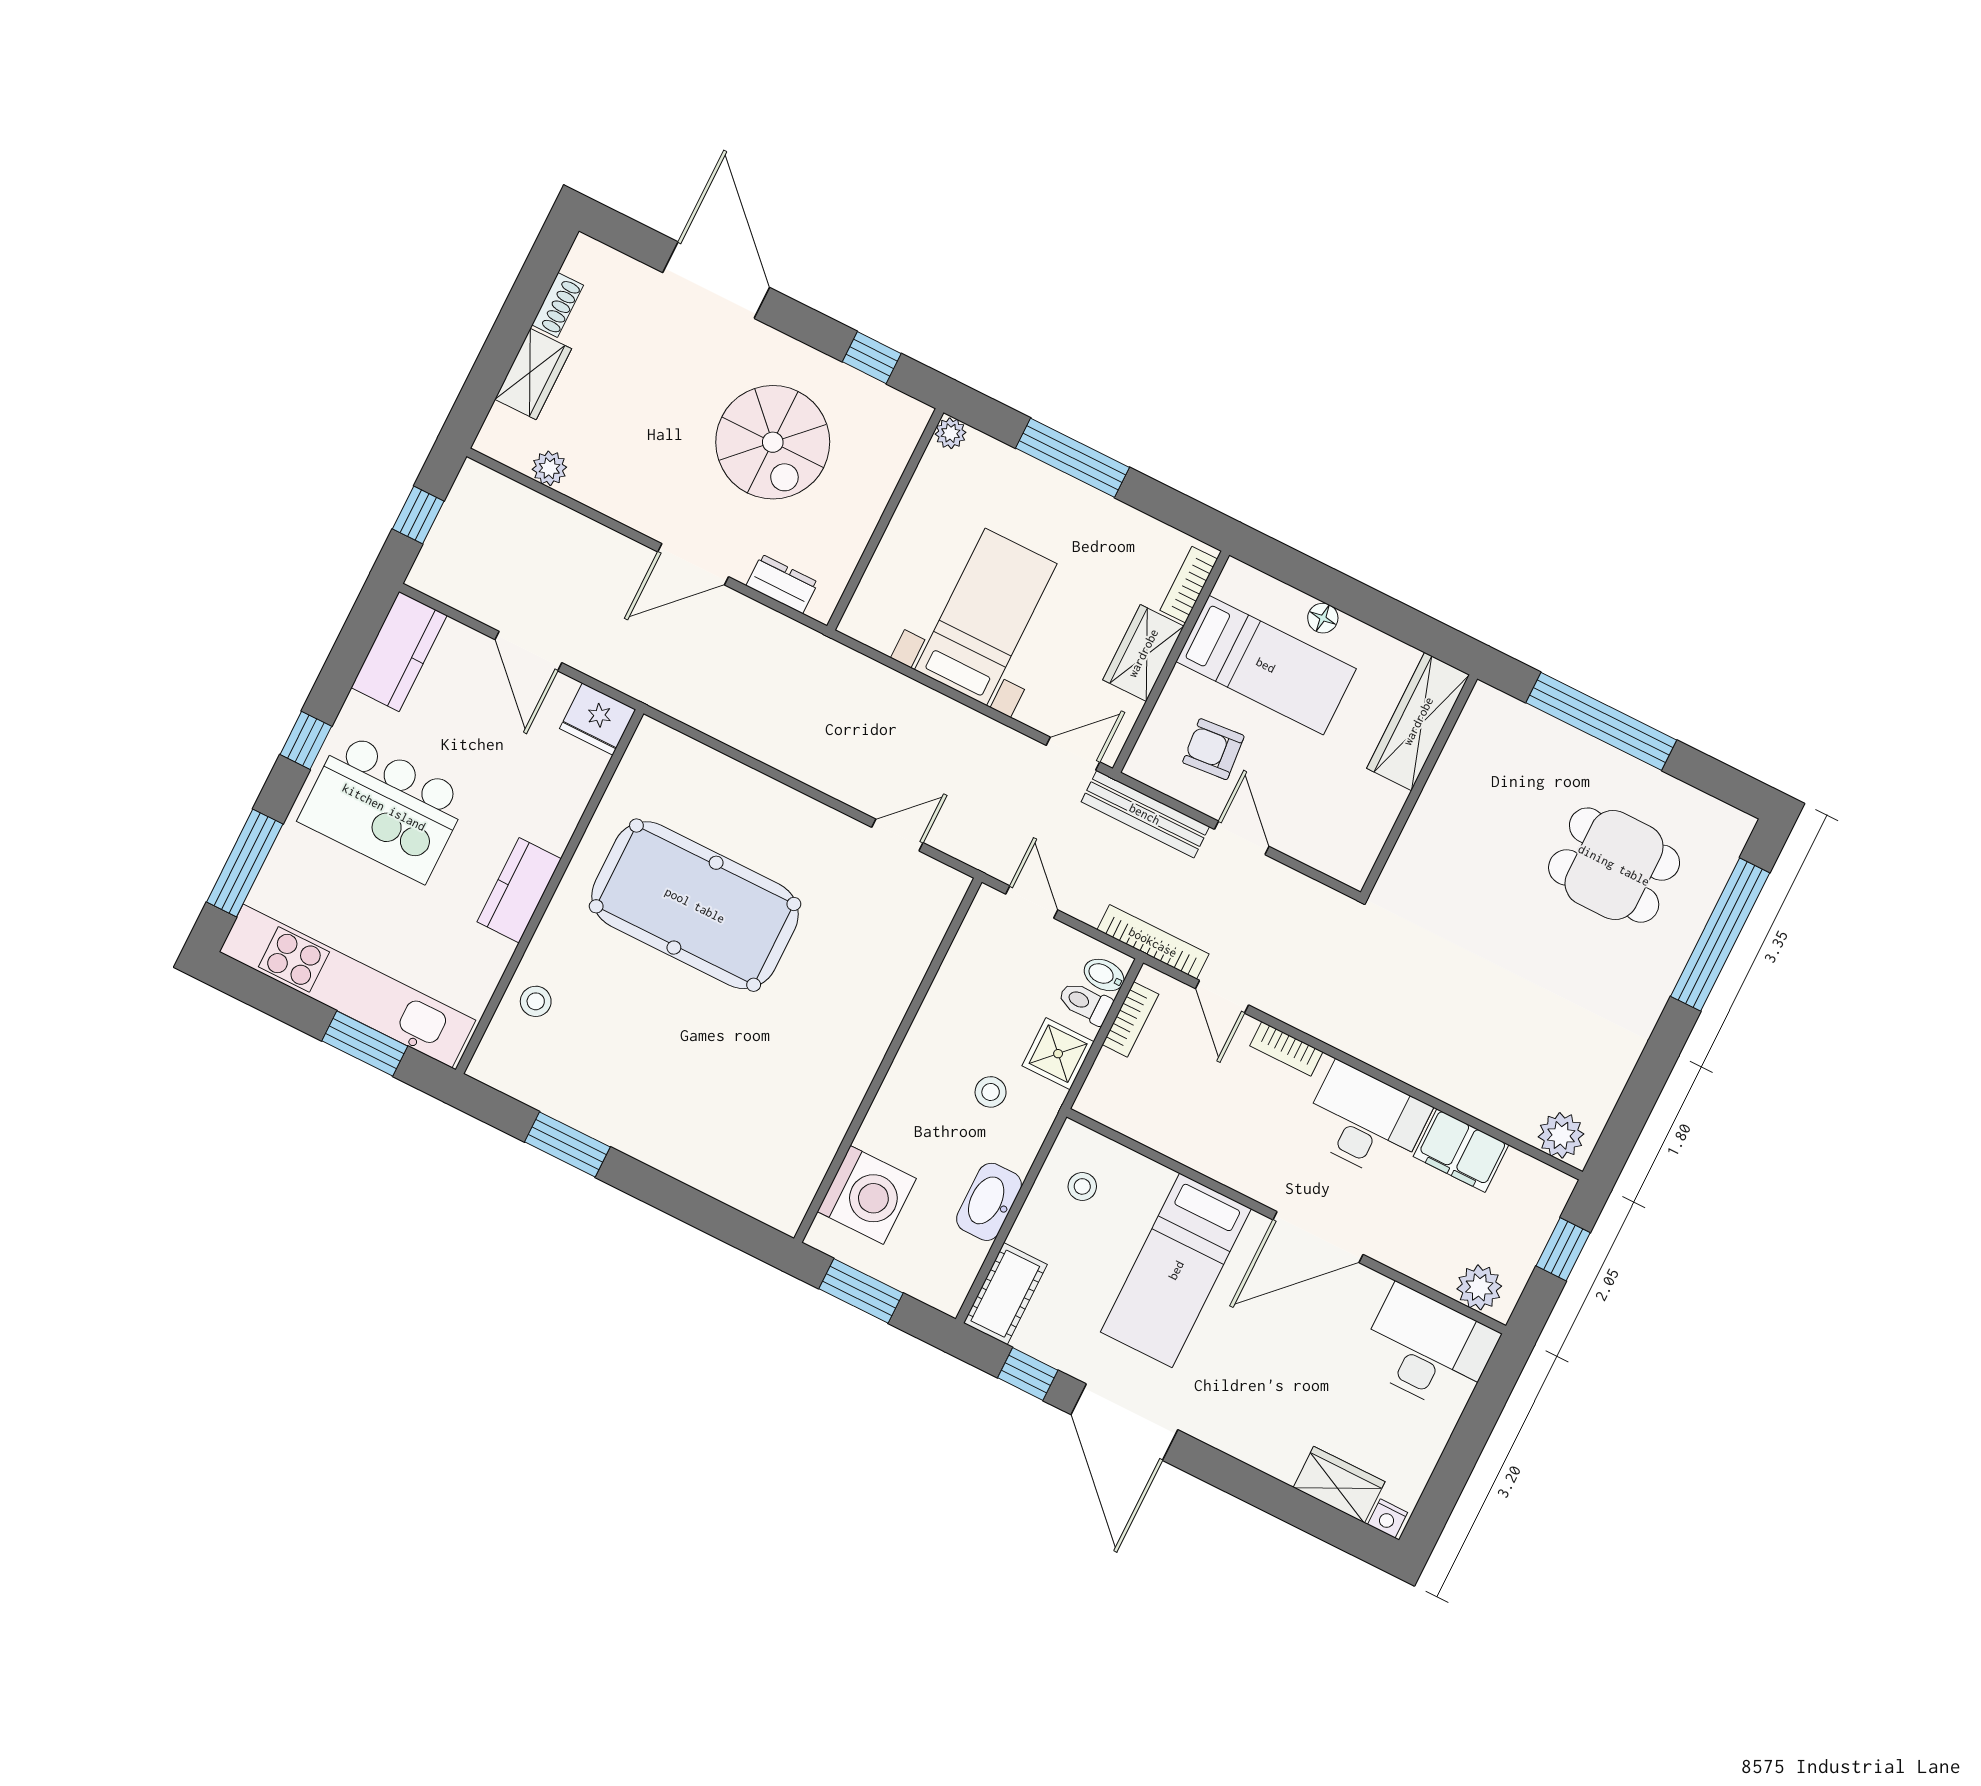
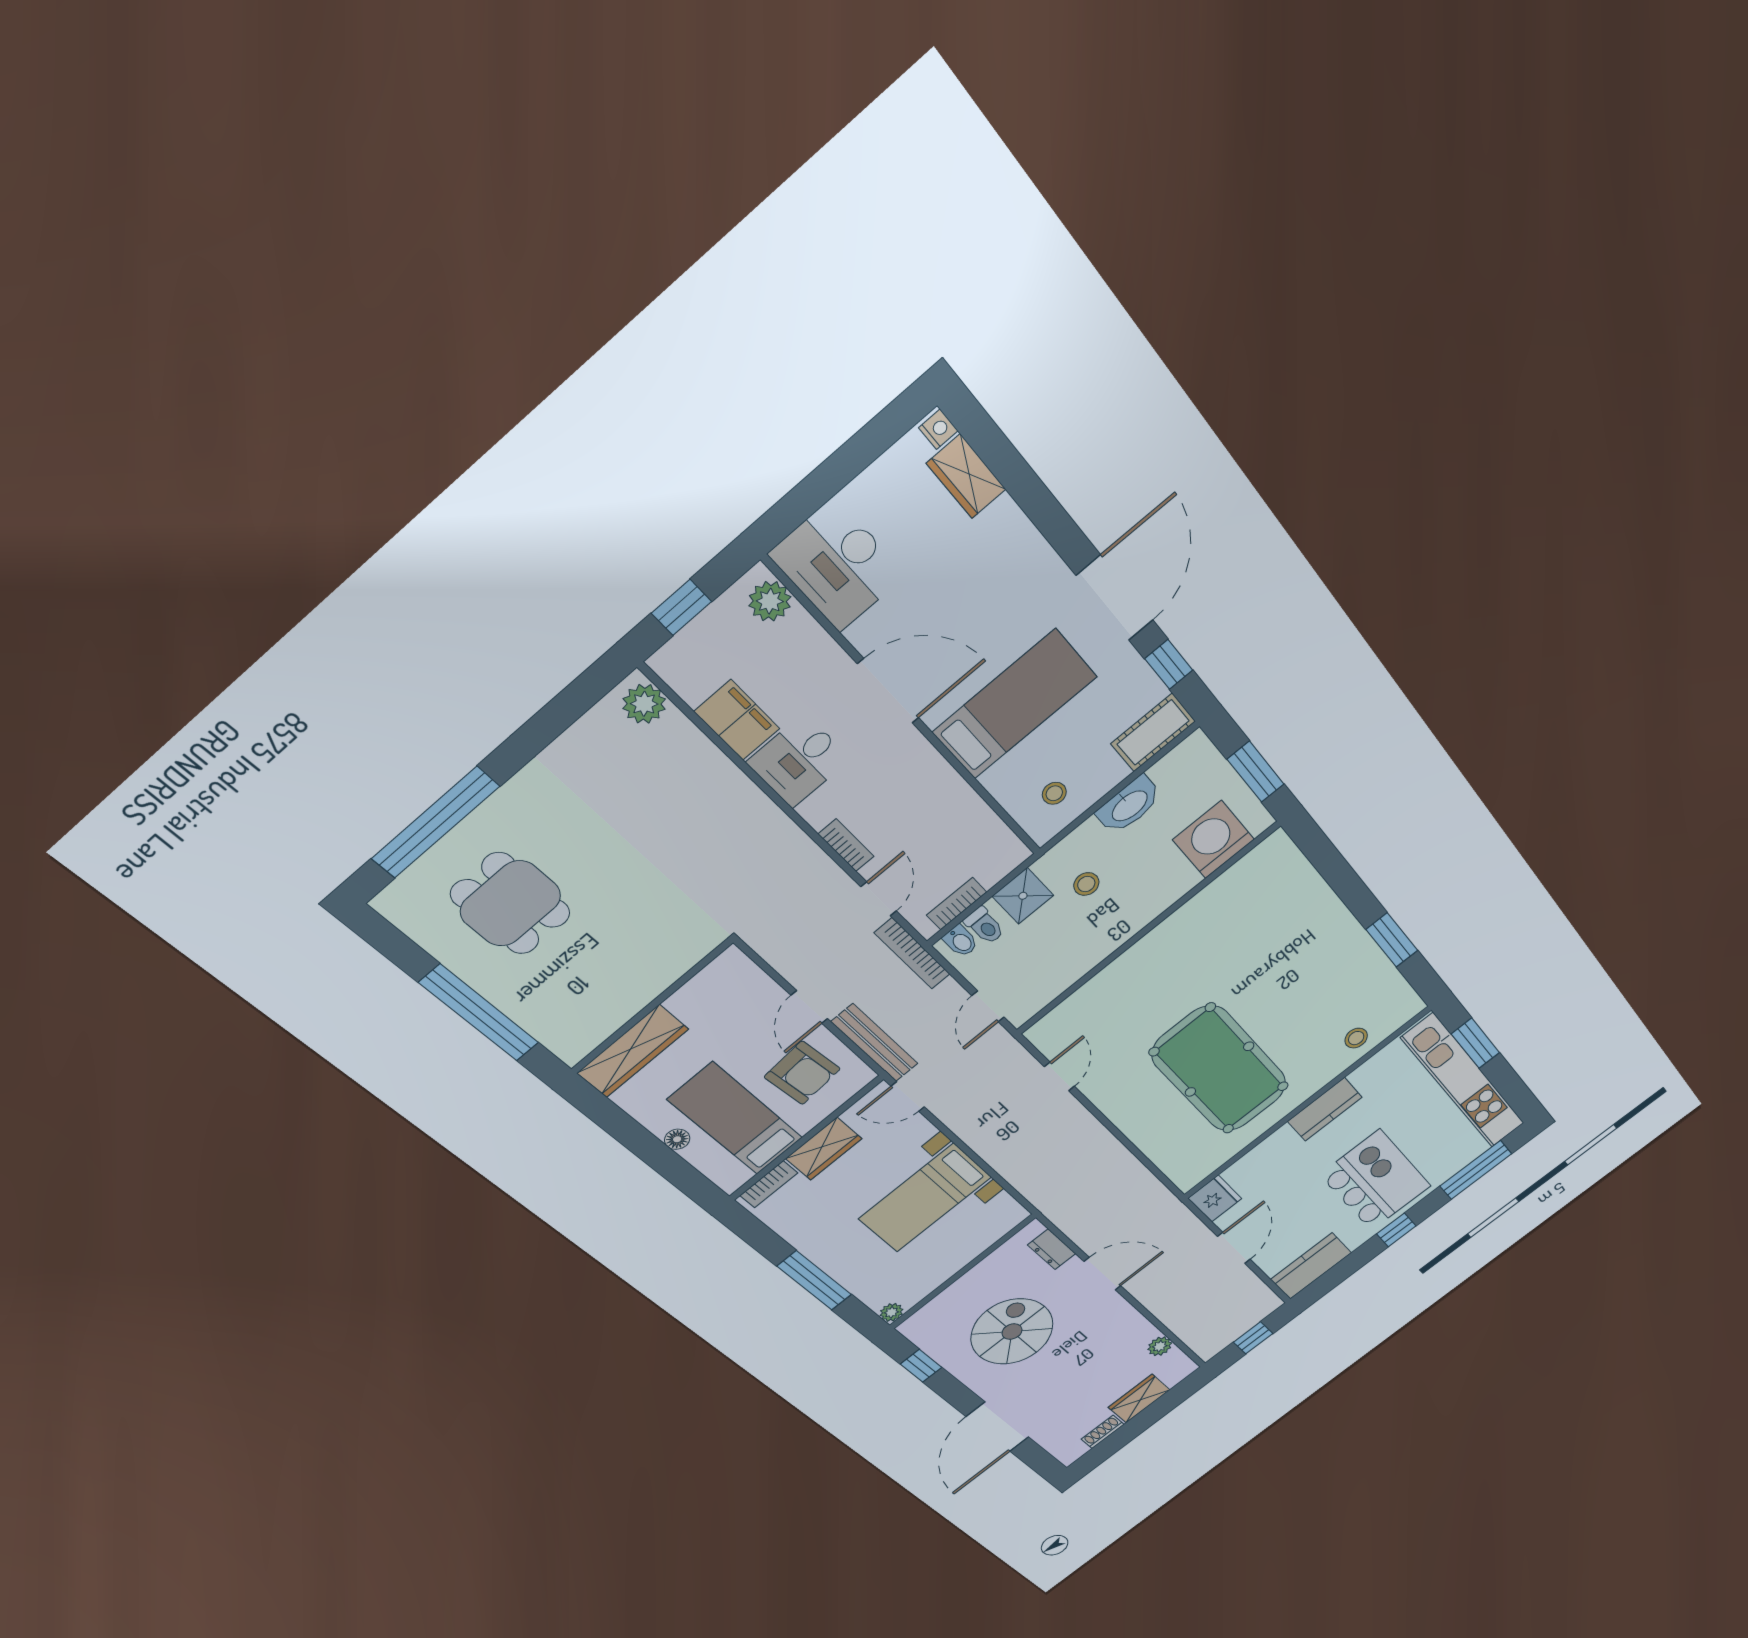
armchair: (1213, 749) -> (802, 1073), width x1.38, depth x1.38
door: (897, 835) -> (1059, 1076), swing flipped
desk: (1365, 1121) -> (798, 761), width x0.73

